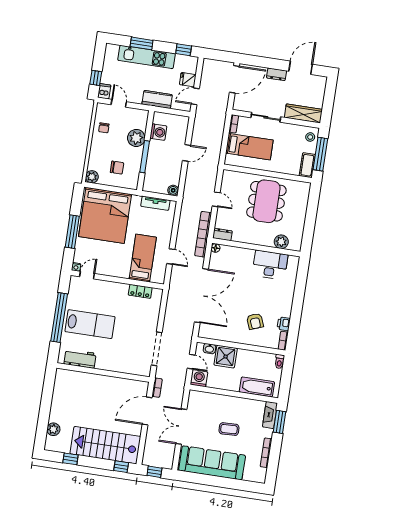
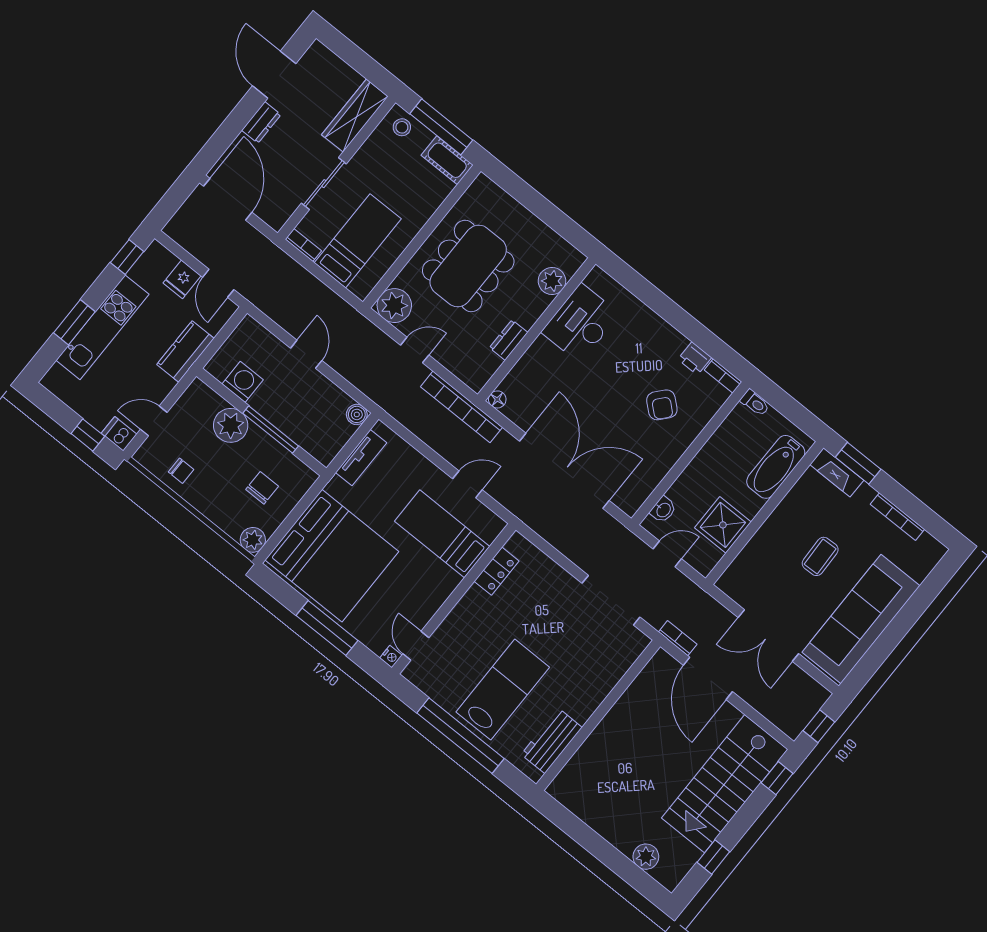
plant: (230, 179) -> (394, 306), added
dining table: (266, 201) -> (468, 266), turned 90
dresser: (222, 234) -> (509, 340), moved
armchair: (255, 321) -> (662, 405), turned 62
shower: (226, 357) -> (723, 525), moved
washing machine: (199, 378) -> (703, 557), removed

